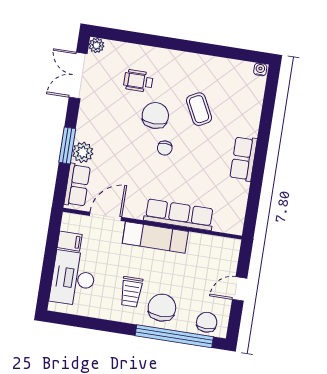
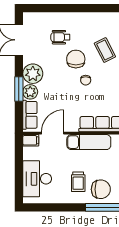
plant: (96, 45) -> (33, 74), moved, width x1.88, depth x1.88
filing cabinet: (70, 241) -> (31, 140), moved
chair: (162, 308) -> (101, 189), turned 90

